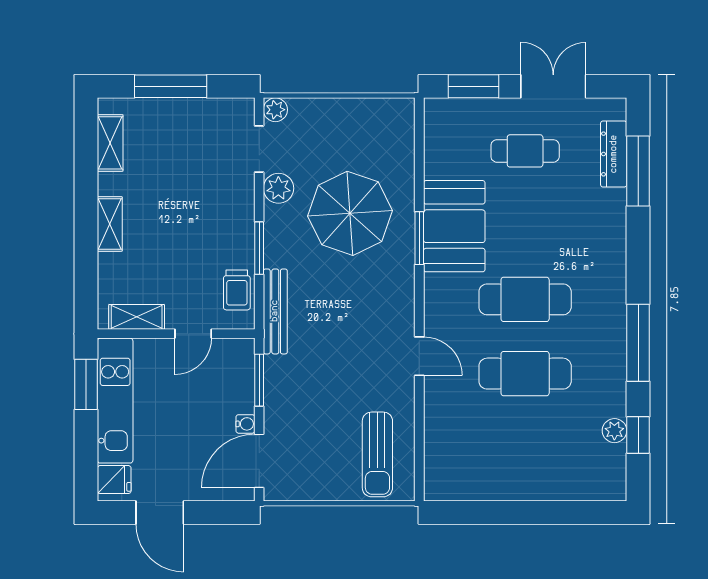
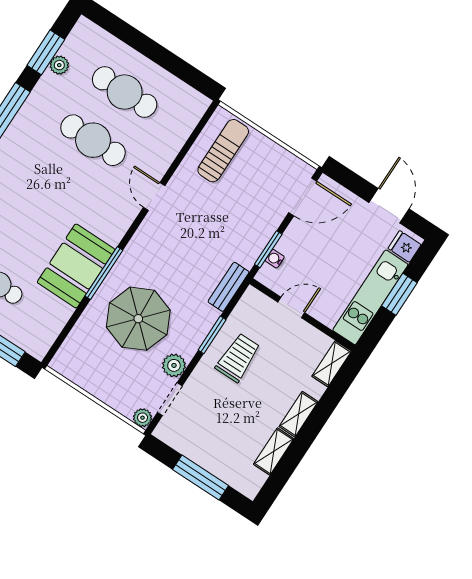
shelving: (110, 143) -> (274, 451), moved
window: (419, 238) -> (104, 273), width x1.44
trolley: (237, 290) -> (238, 358), moved, width x1.36, depth x1.39
cafe table: (525, 299) -> (125, 92), moved
bench: (275, 311) -> (229, 287), width x0.73
shelving: (137, 317) -> (332, 364), moved, turned 90
window: (86, 384) -> (399, 294), moved
water cooler: (245, 424) -> (275, 259), moved
window: (638, 435) -> (46, 52), width x1.50

